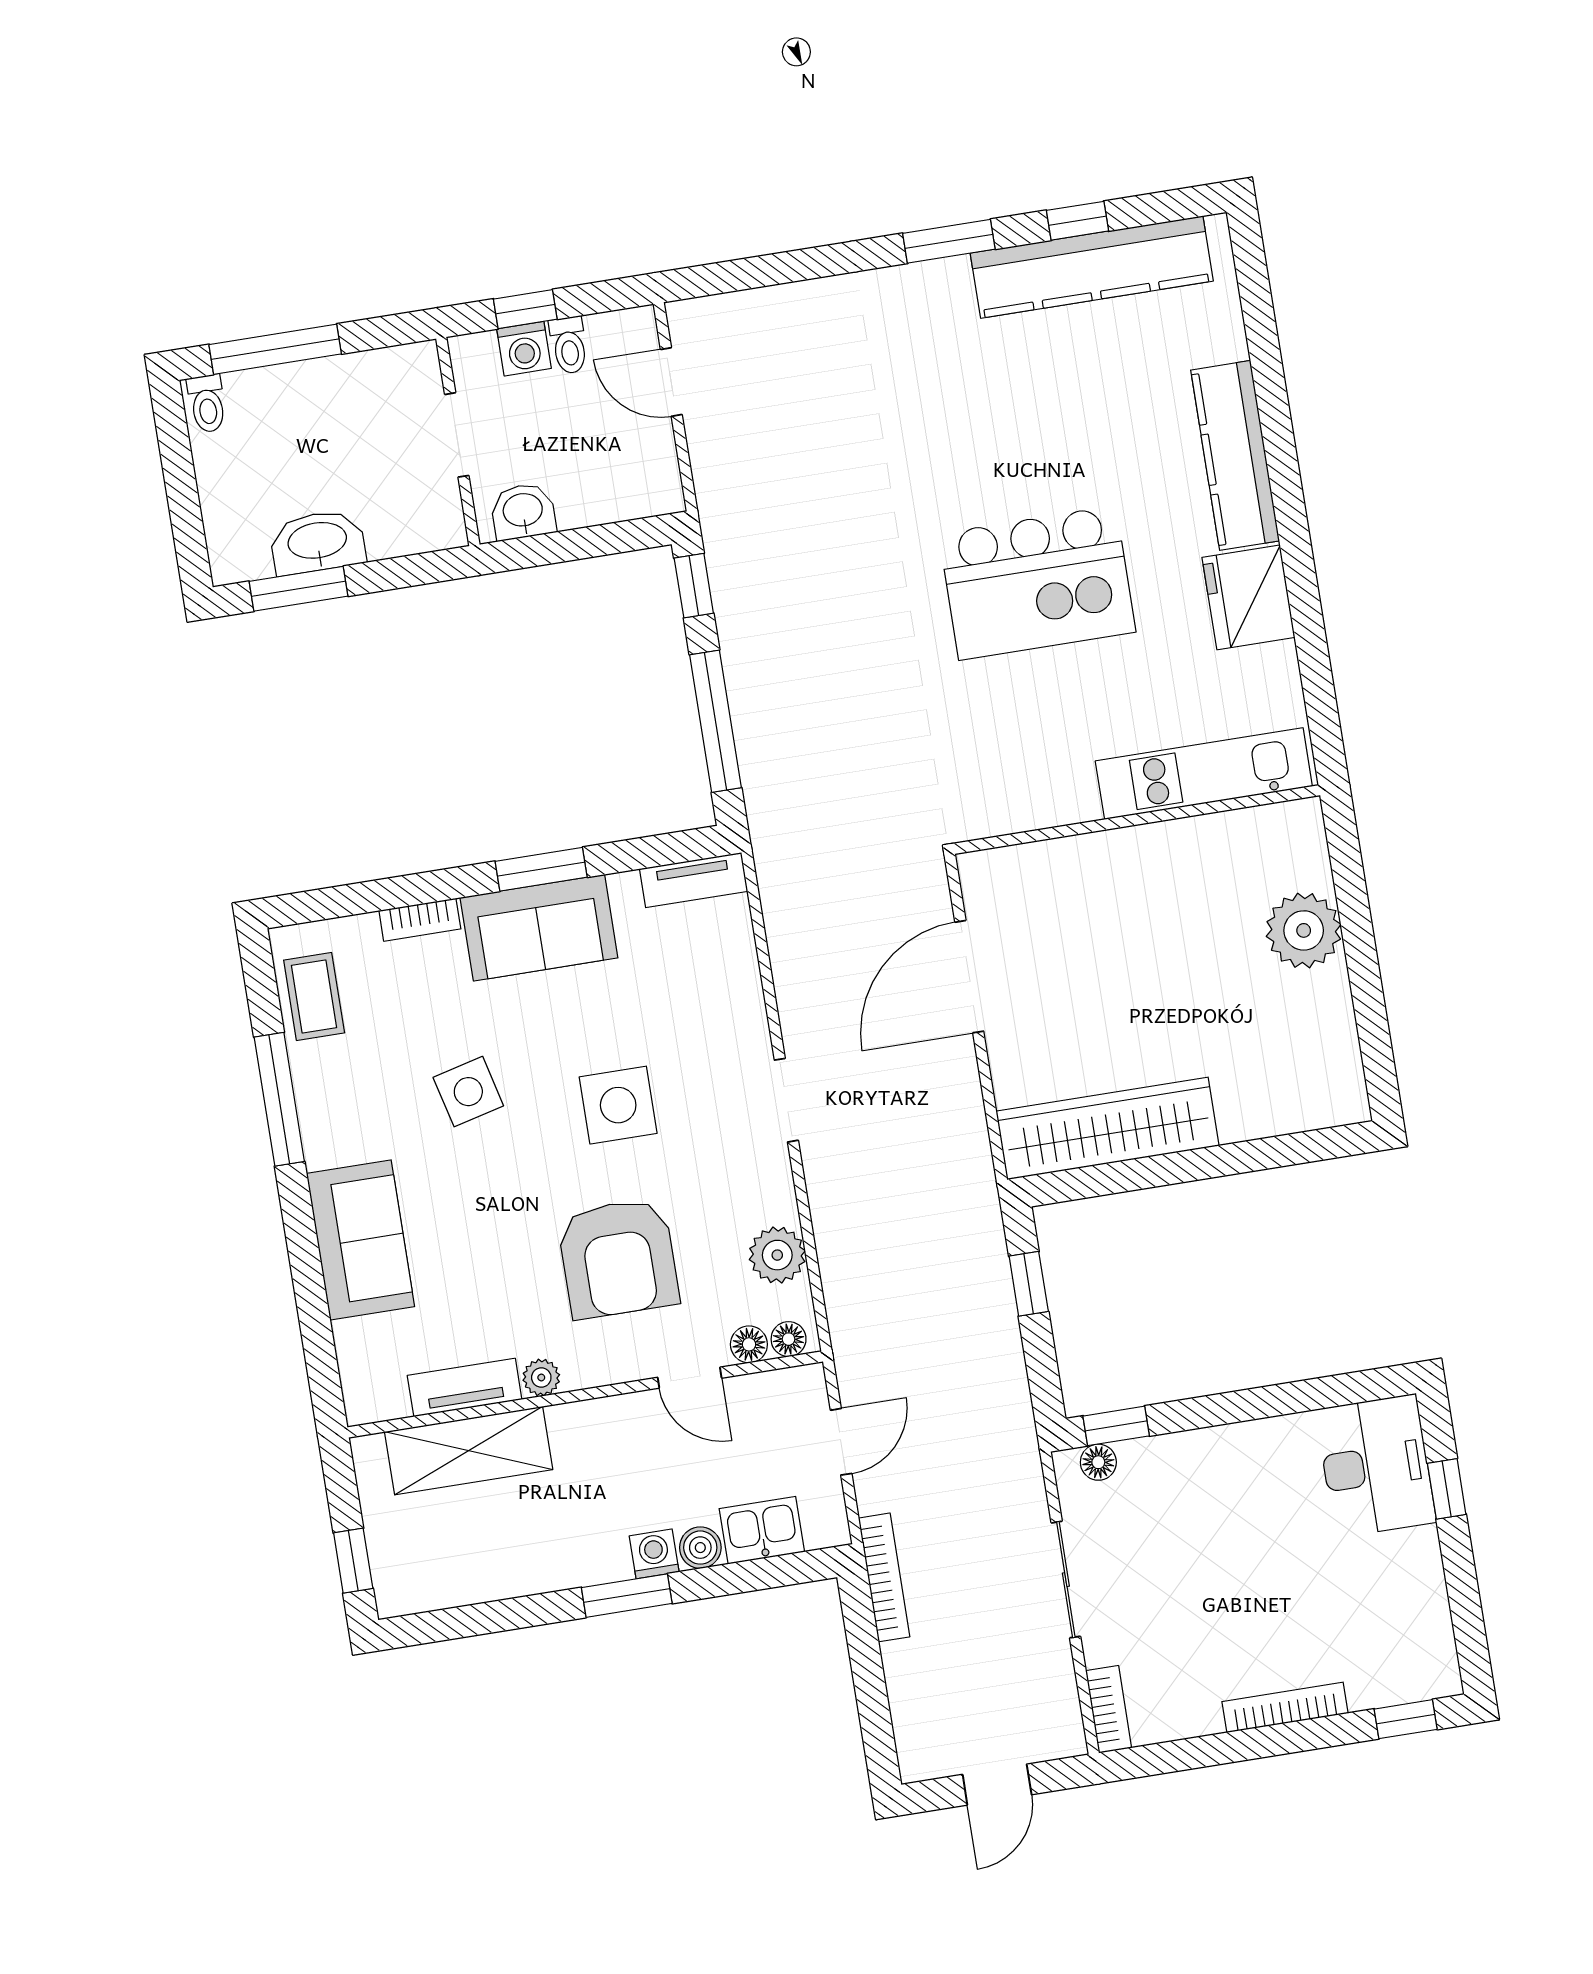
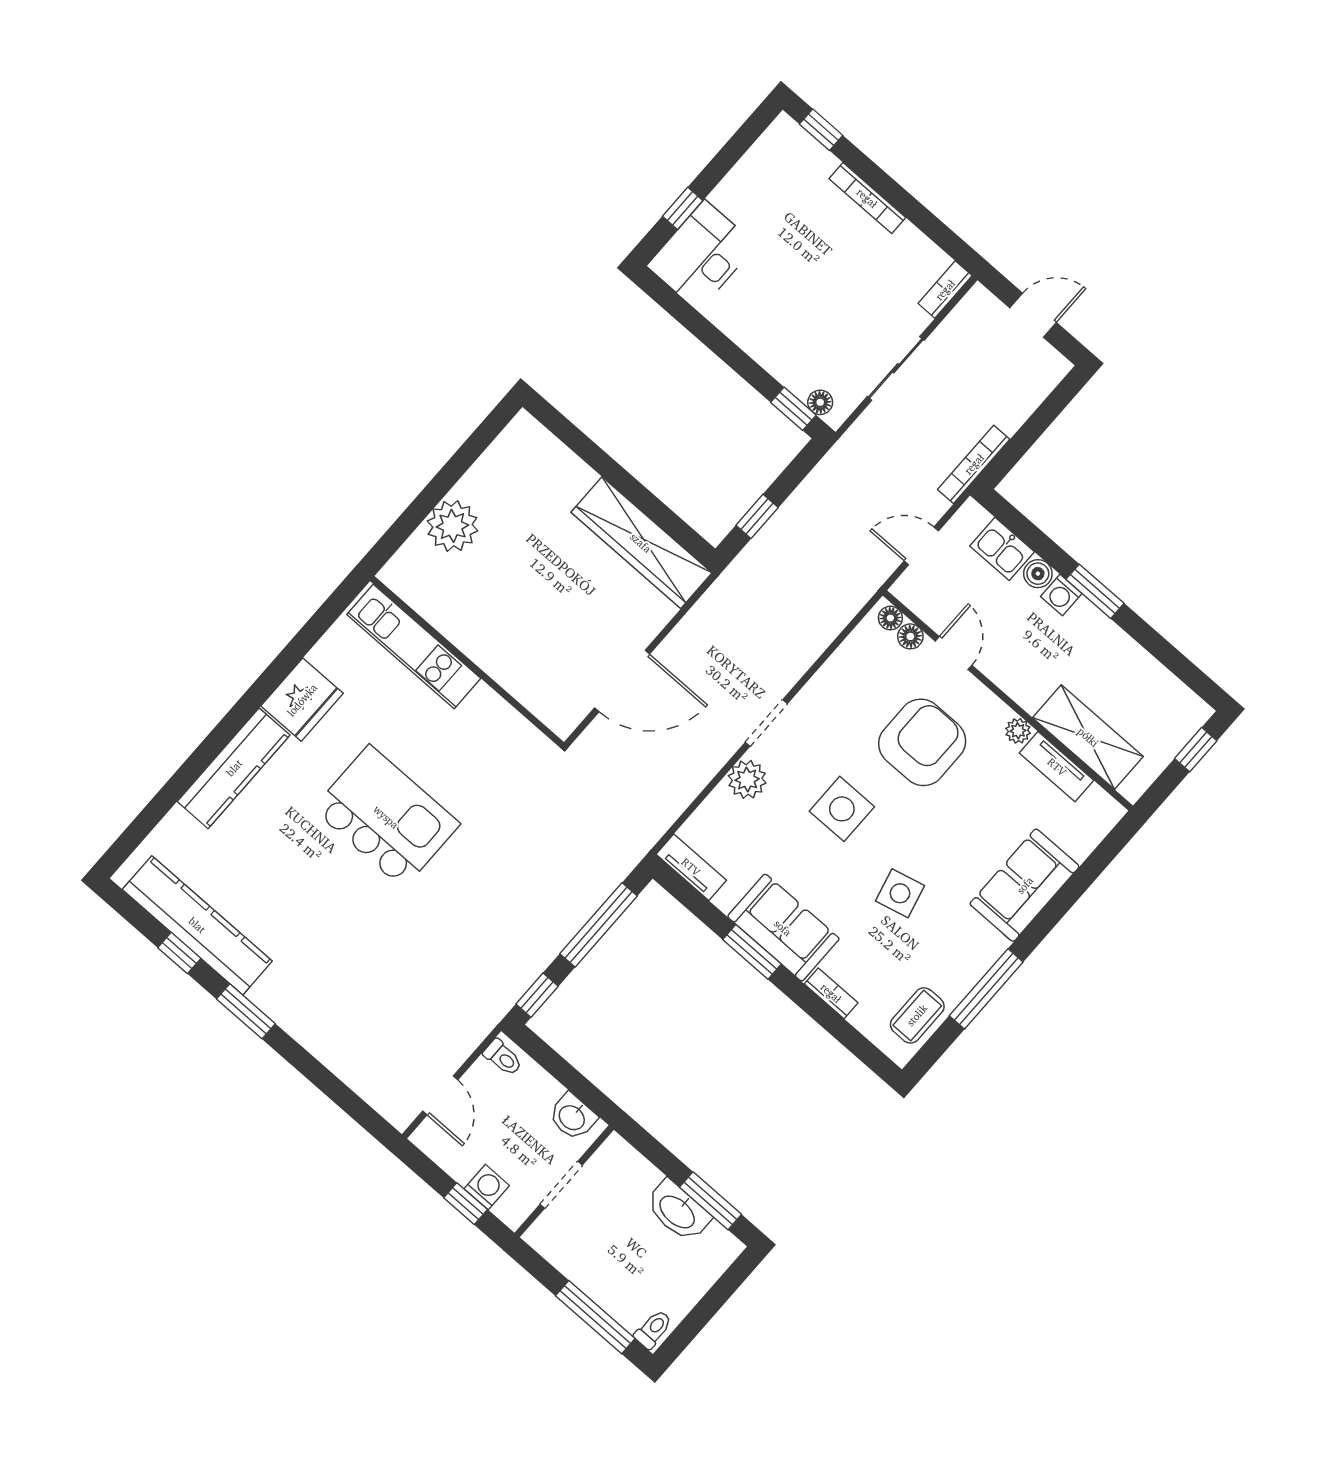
toilet: (569, 345) -> (503, 1058), moved, turned 90
plant: (777, 1255) -> (747, 779), moved

